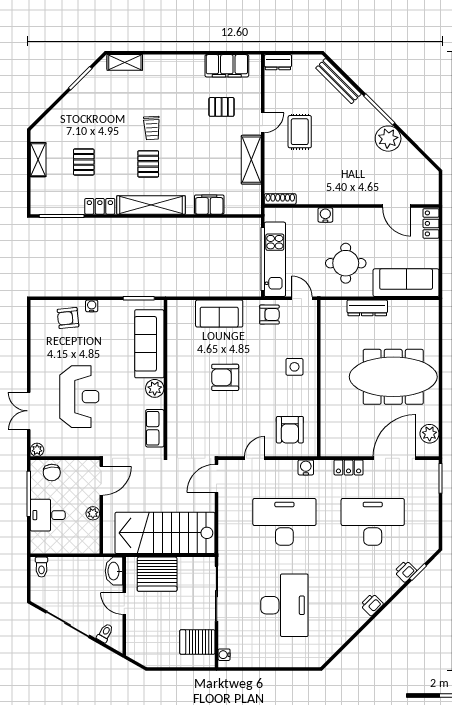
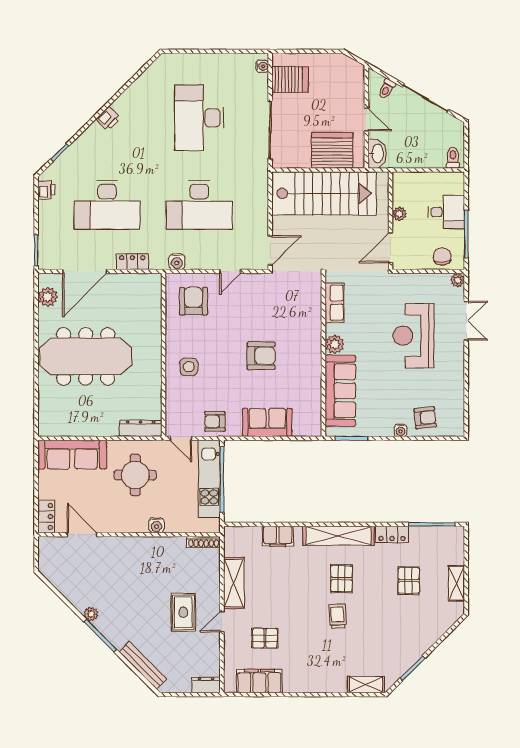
plant: (388, 139) -> (91, 614), width x0.53, depth x0.53
dresser: (367, 308) -> (141, 428), moved
printer: (405, 571) -> (46, 190), moved, turned -45

